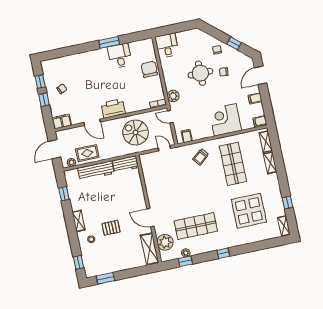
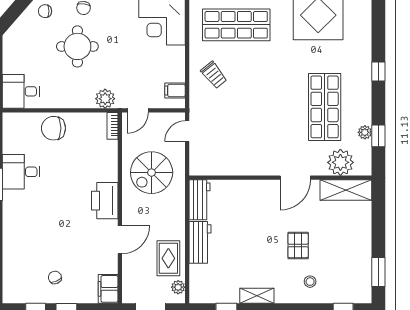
workbench: (96, 171) -> (200, 242), width x0.73
shelving: (79, 221) -> (257, 296), moved

